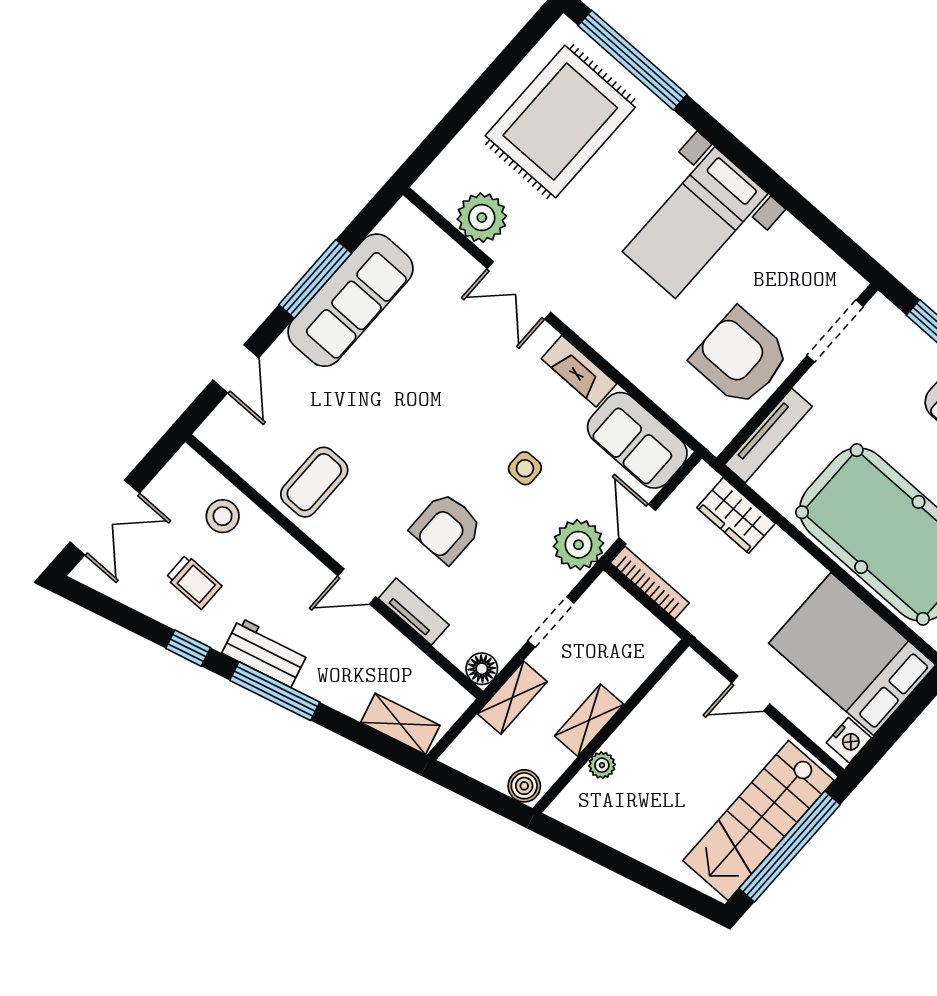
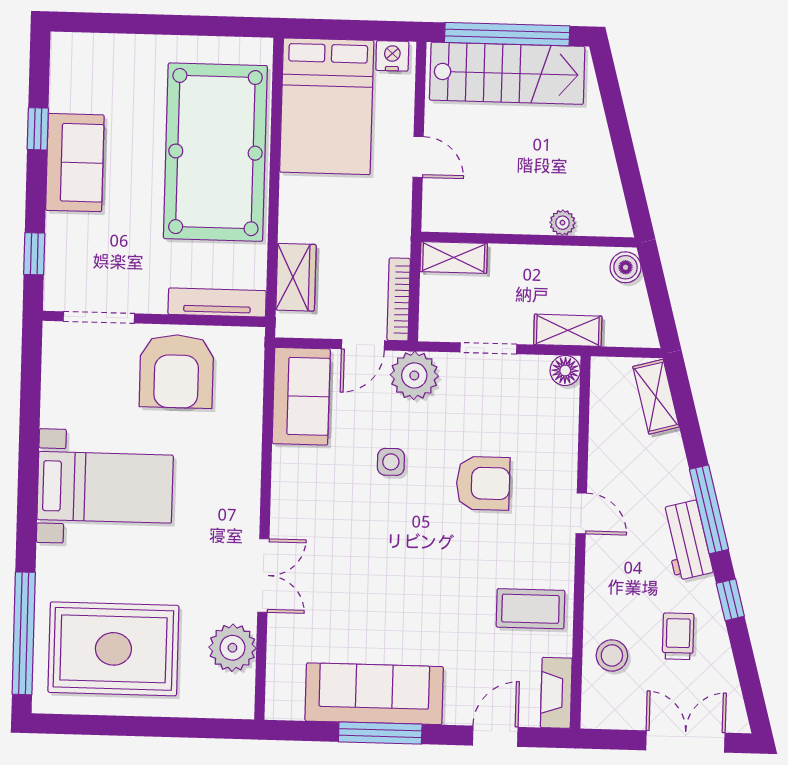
fireplace: (579, 371) -> (556, 693), moved, turned 180
tv unit: (414, 612) -> (565, 456), removed
shelving: (589, 720) -> (454, 257), moved

